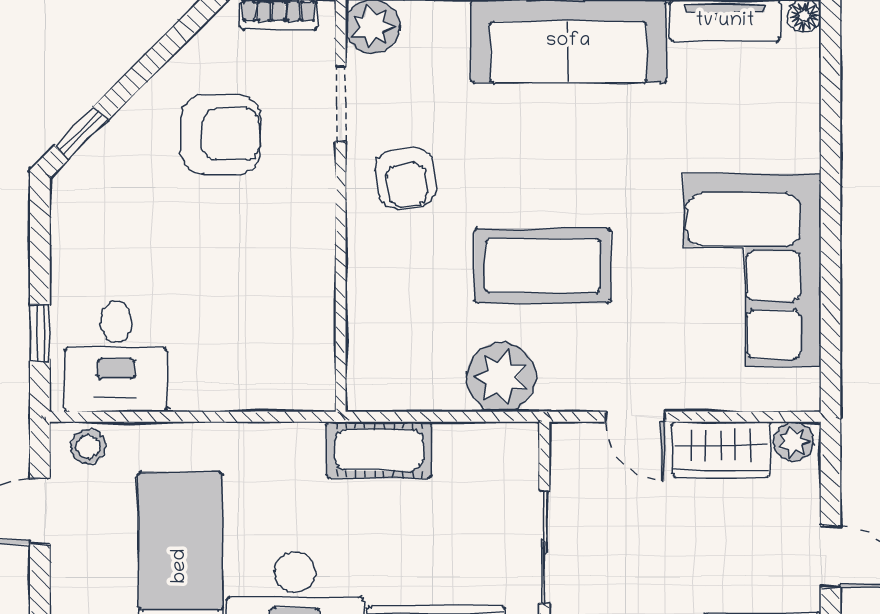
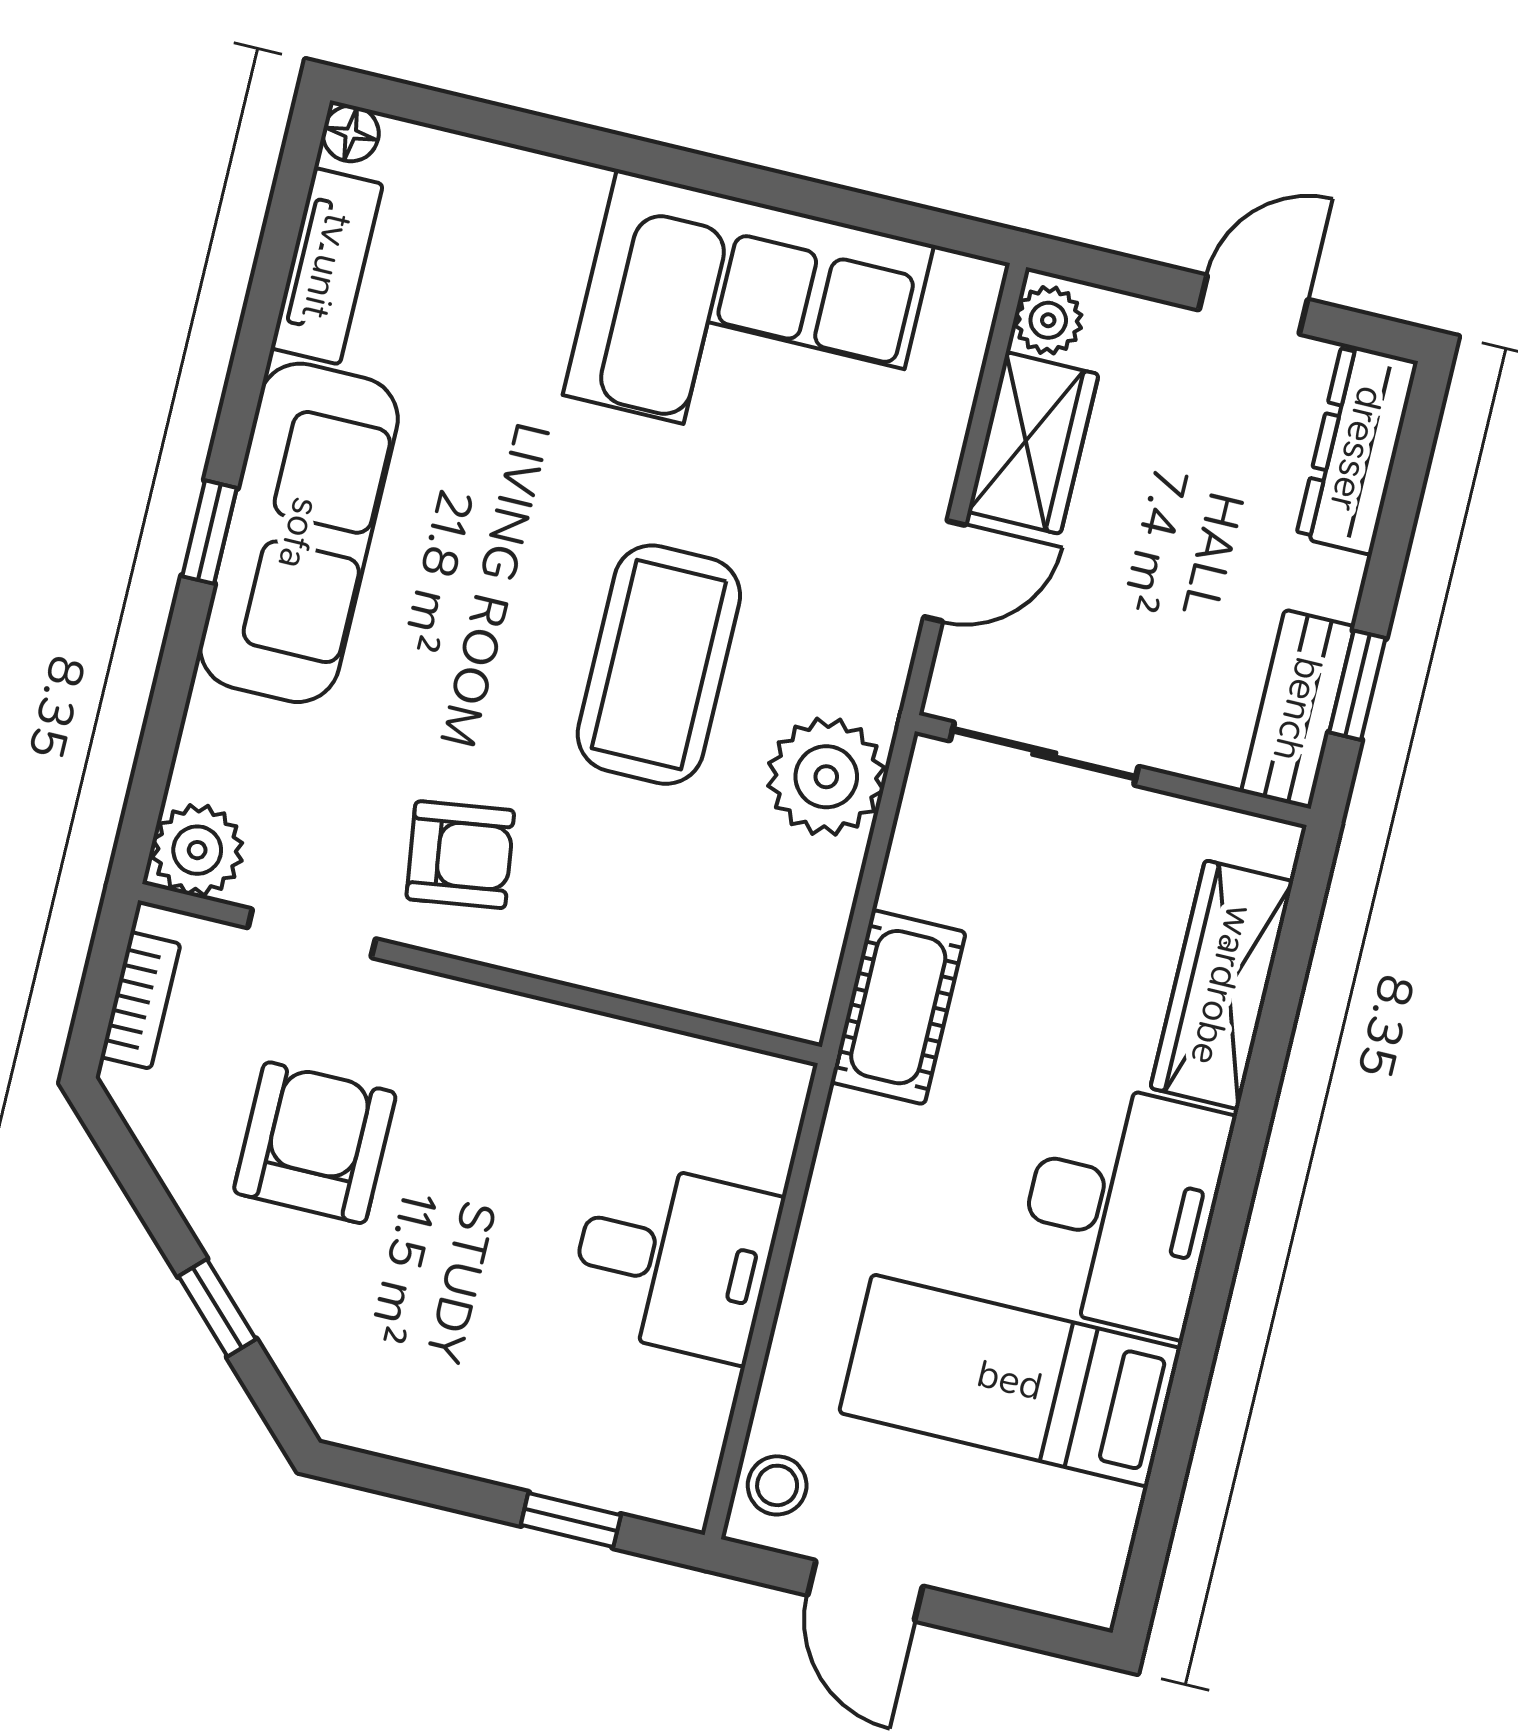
window: (81, 133) -> (217, 1308), moved
desk: (116, 356) -> (674, 1260), moved
sliding door: (544, 547) -> (1044, 754), moved

